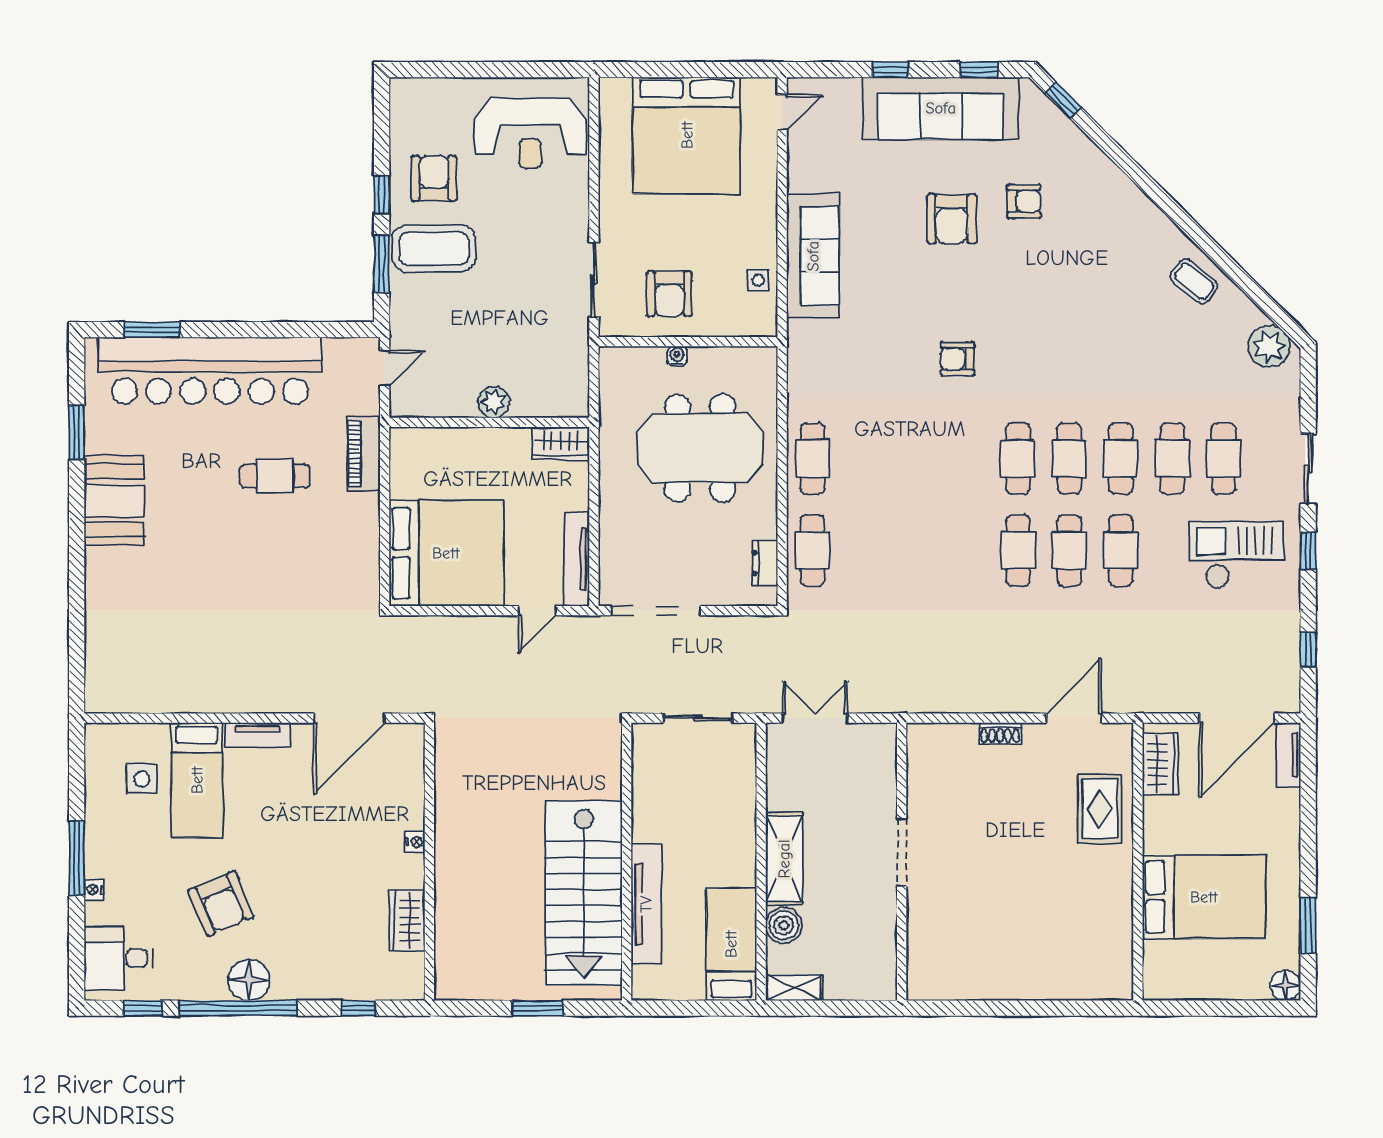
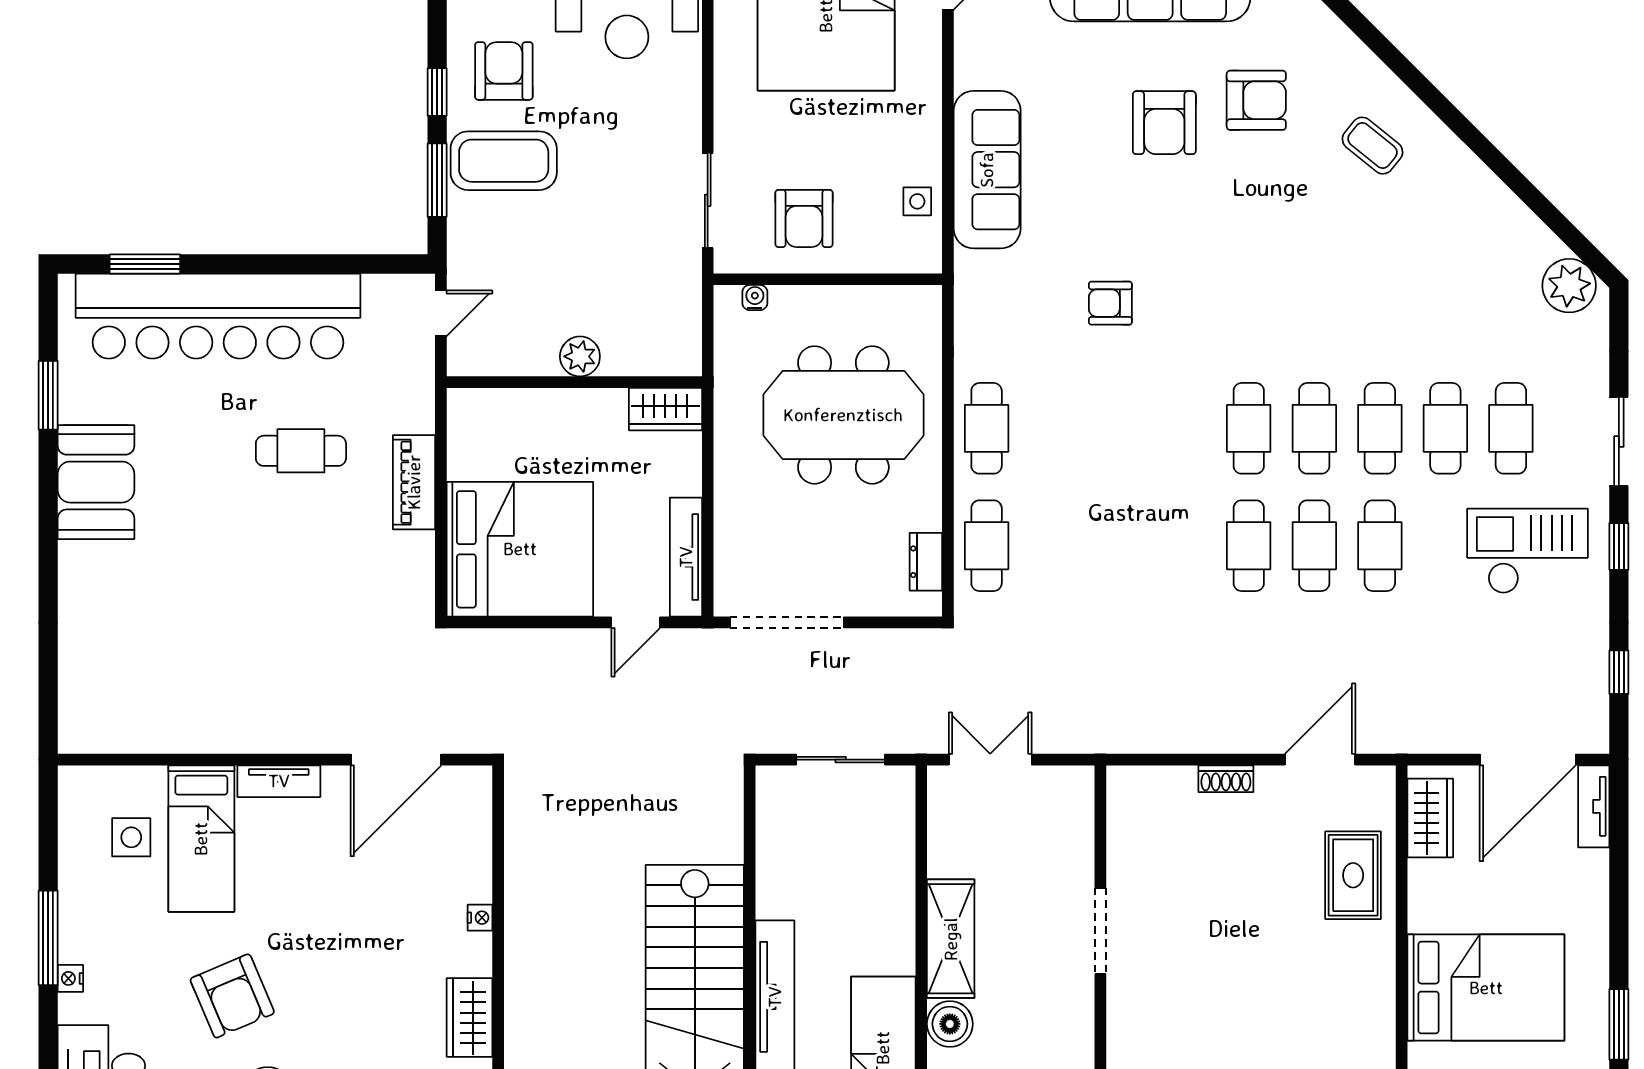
armchair: (1024, 201) -> (1256, 100), width x1.38, depth x1.38
coffee table: (1194, 281) -> (1373, 146), moved
water cooler: (677, 356) -> (755, 298), moved
armchair: (957, 359) -> (1110, 303), moved
piano: (364, 454) -> (414, 482), moved

